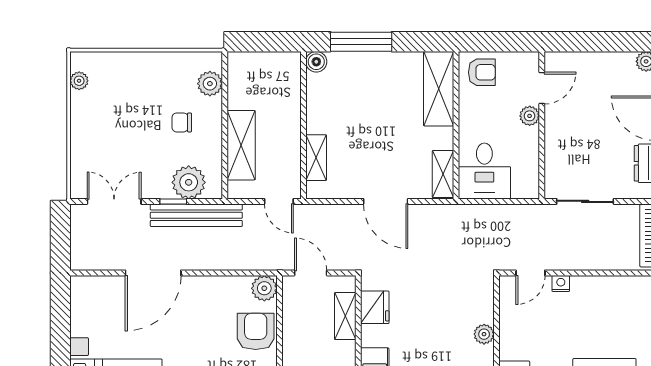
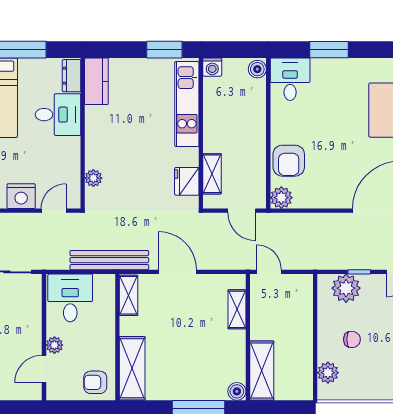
shelving: (241, 145) -> (262, 371), moved
desk: (484, 171) -> (70, 298), moved
bench: (196, 215) -> (109, 260), moved
nightstand: (561, 284) -> (21, 196), width x1.89, depth x1.79
plant: (484, 334) -> (93, 178), moved

